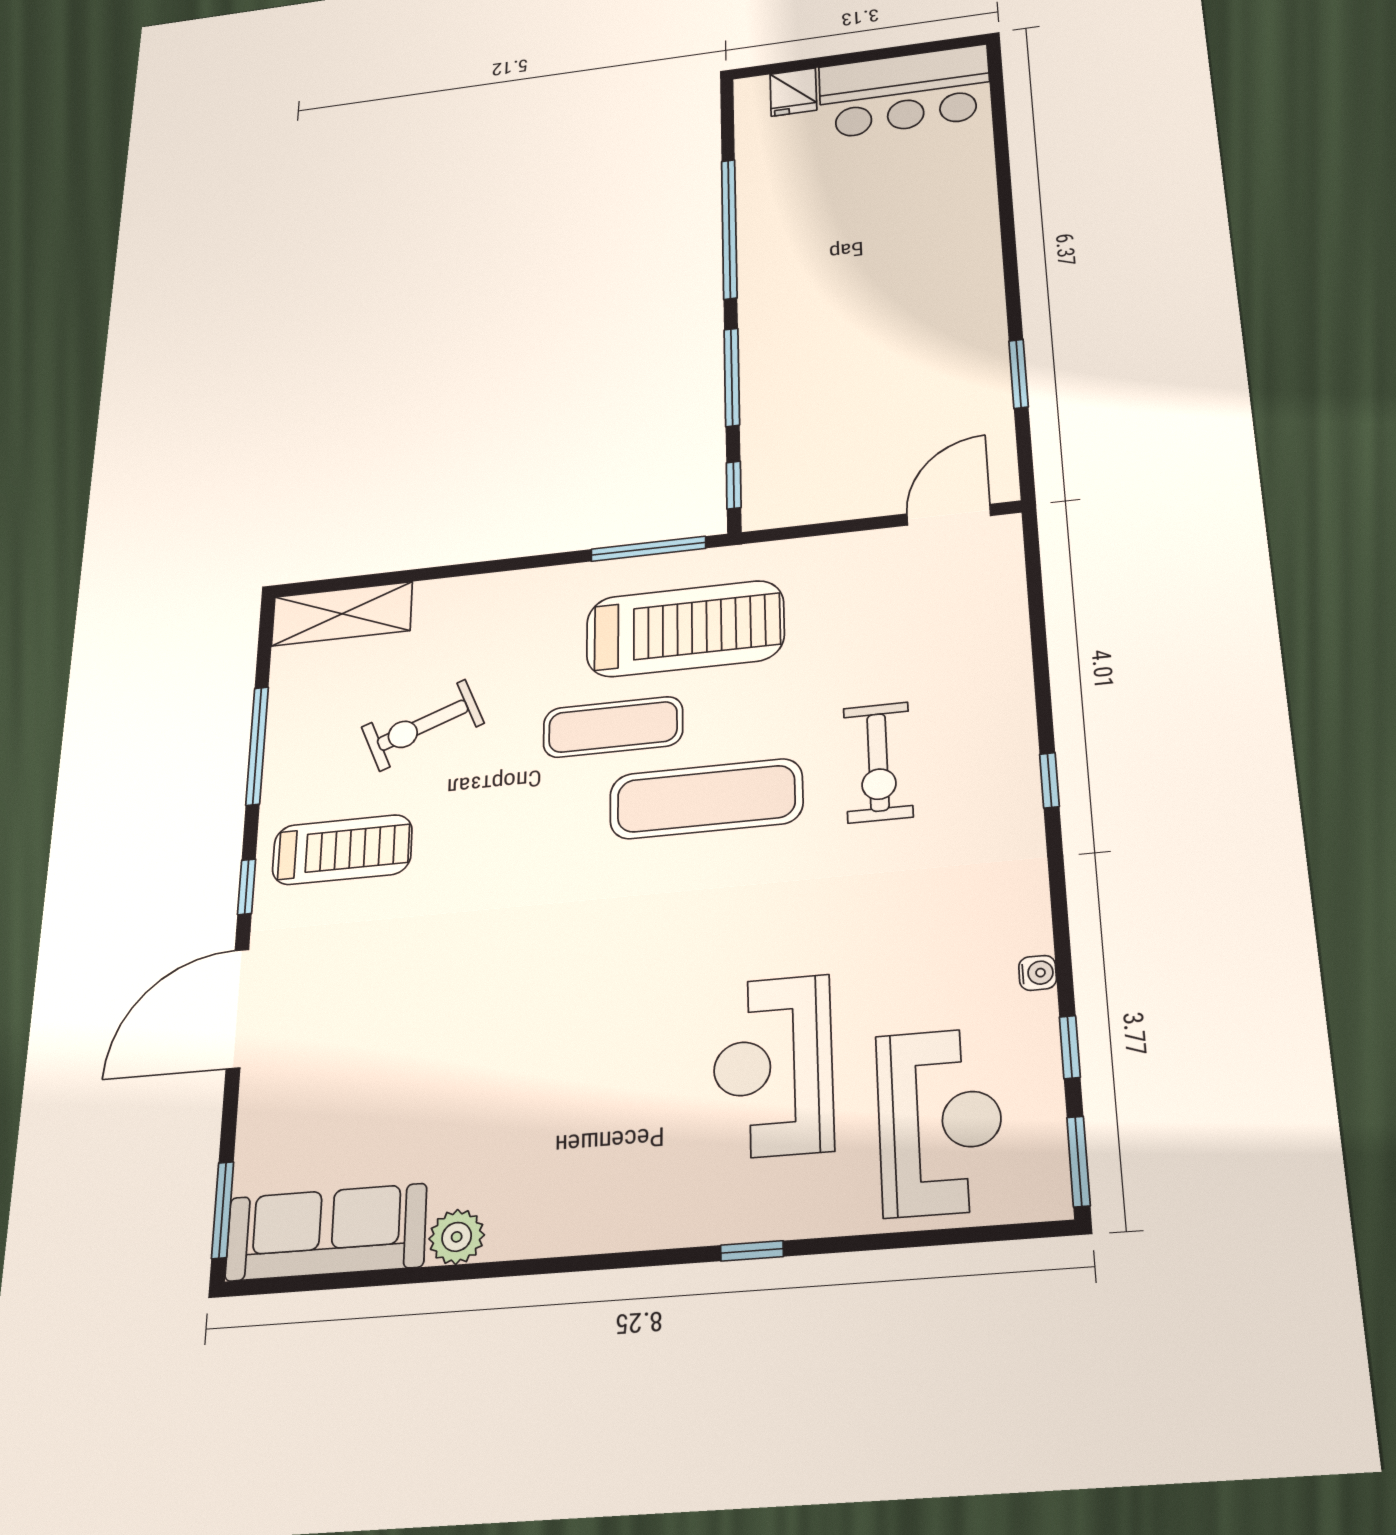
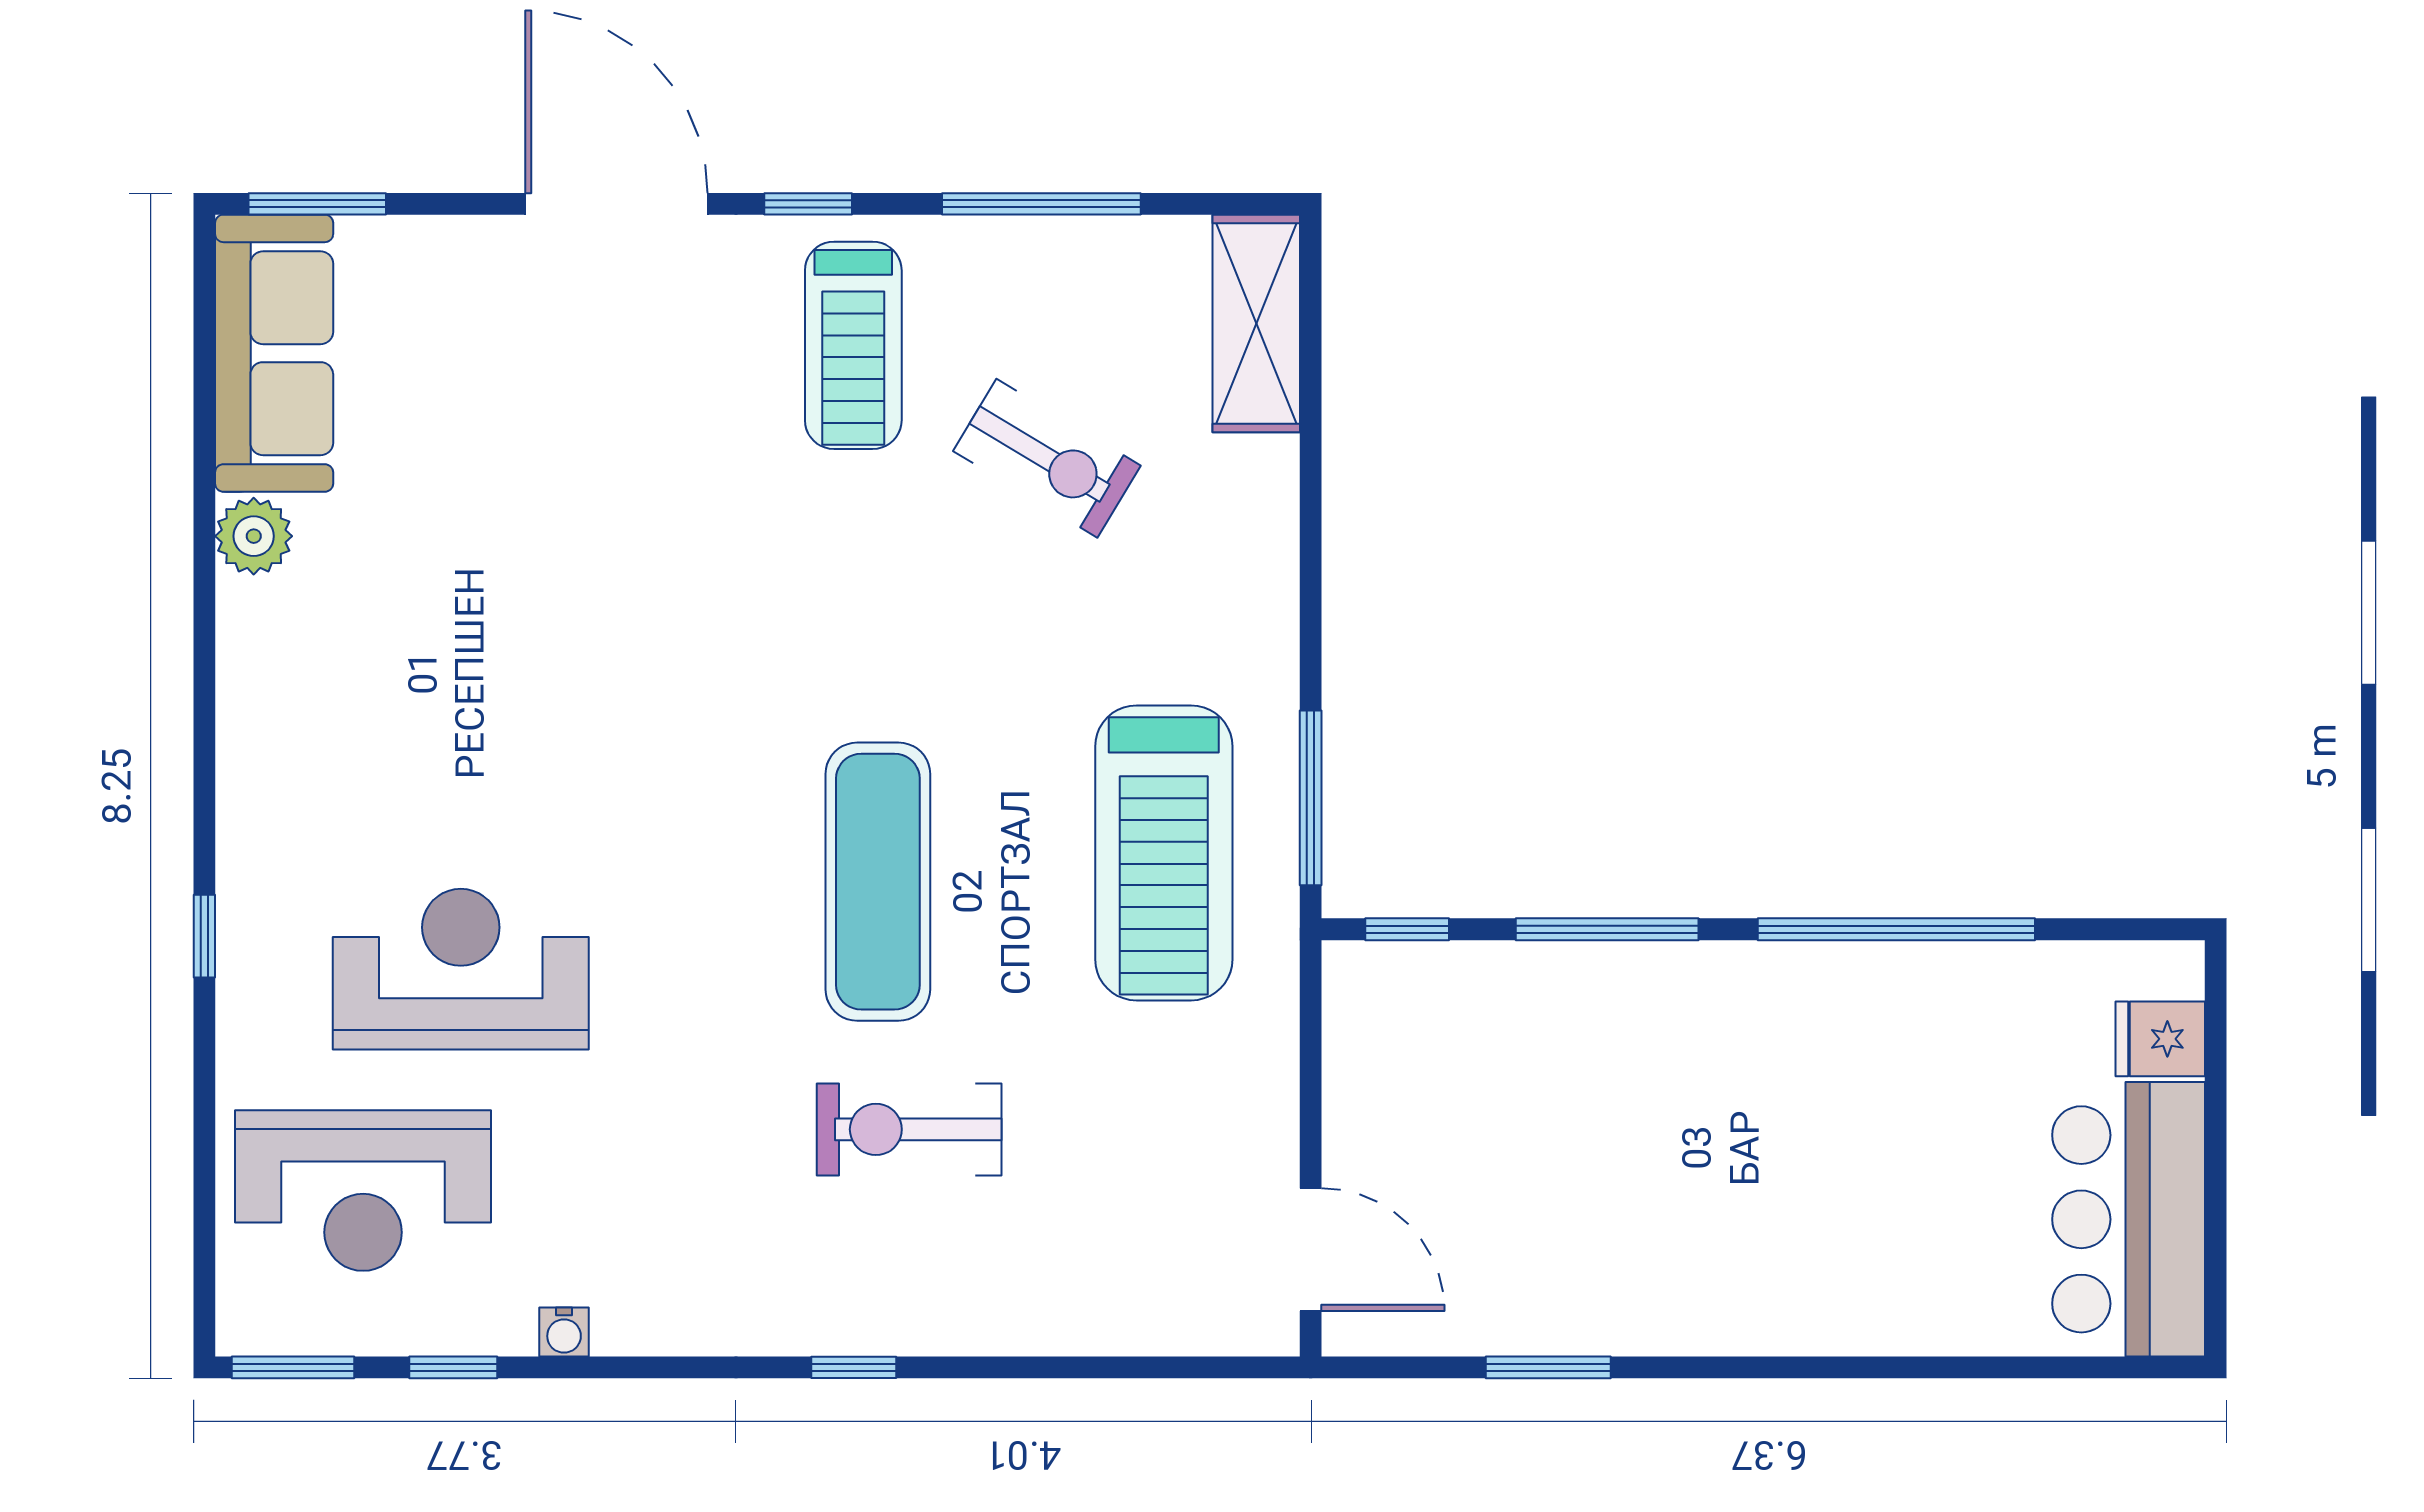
exercise bike: (423, 725) -> (1047, 458), turned 143
exercise mat: (613, 727) -> (1011, 745), removed

